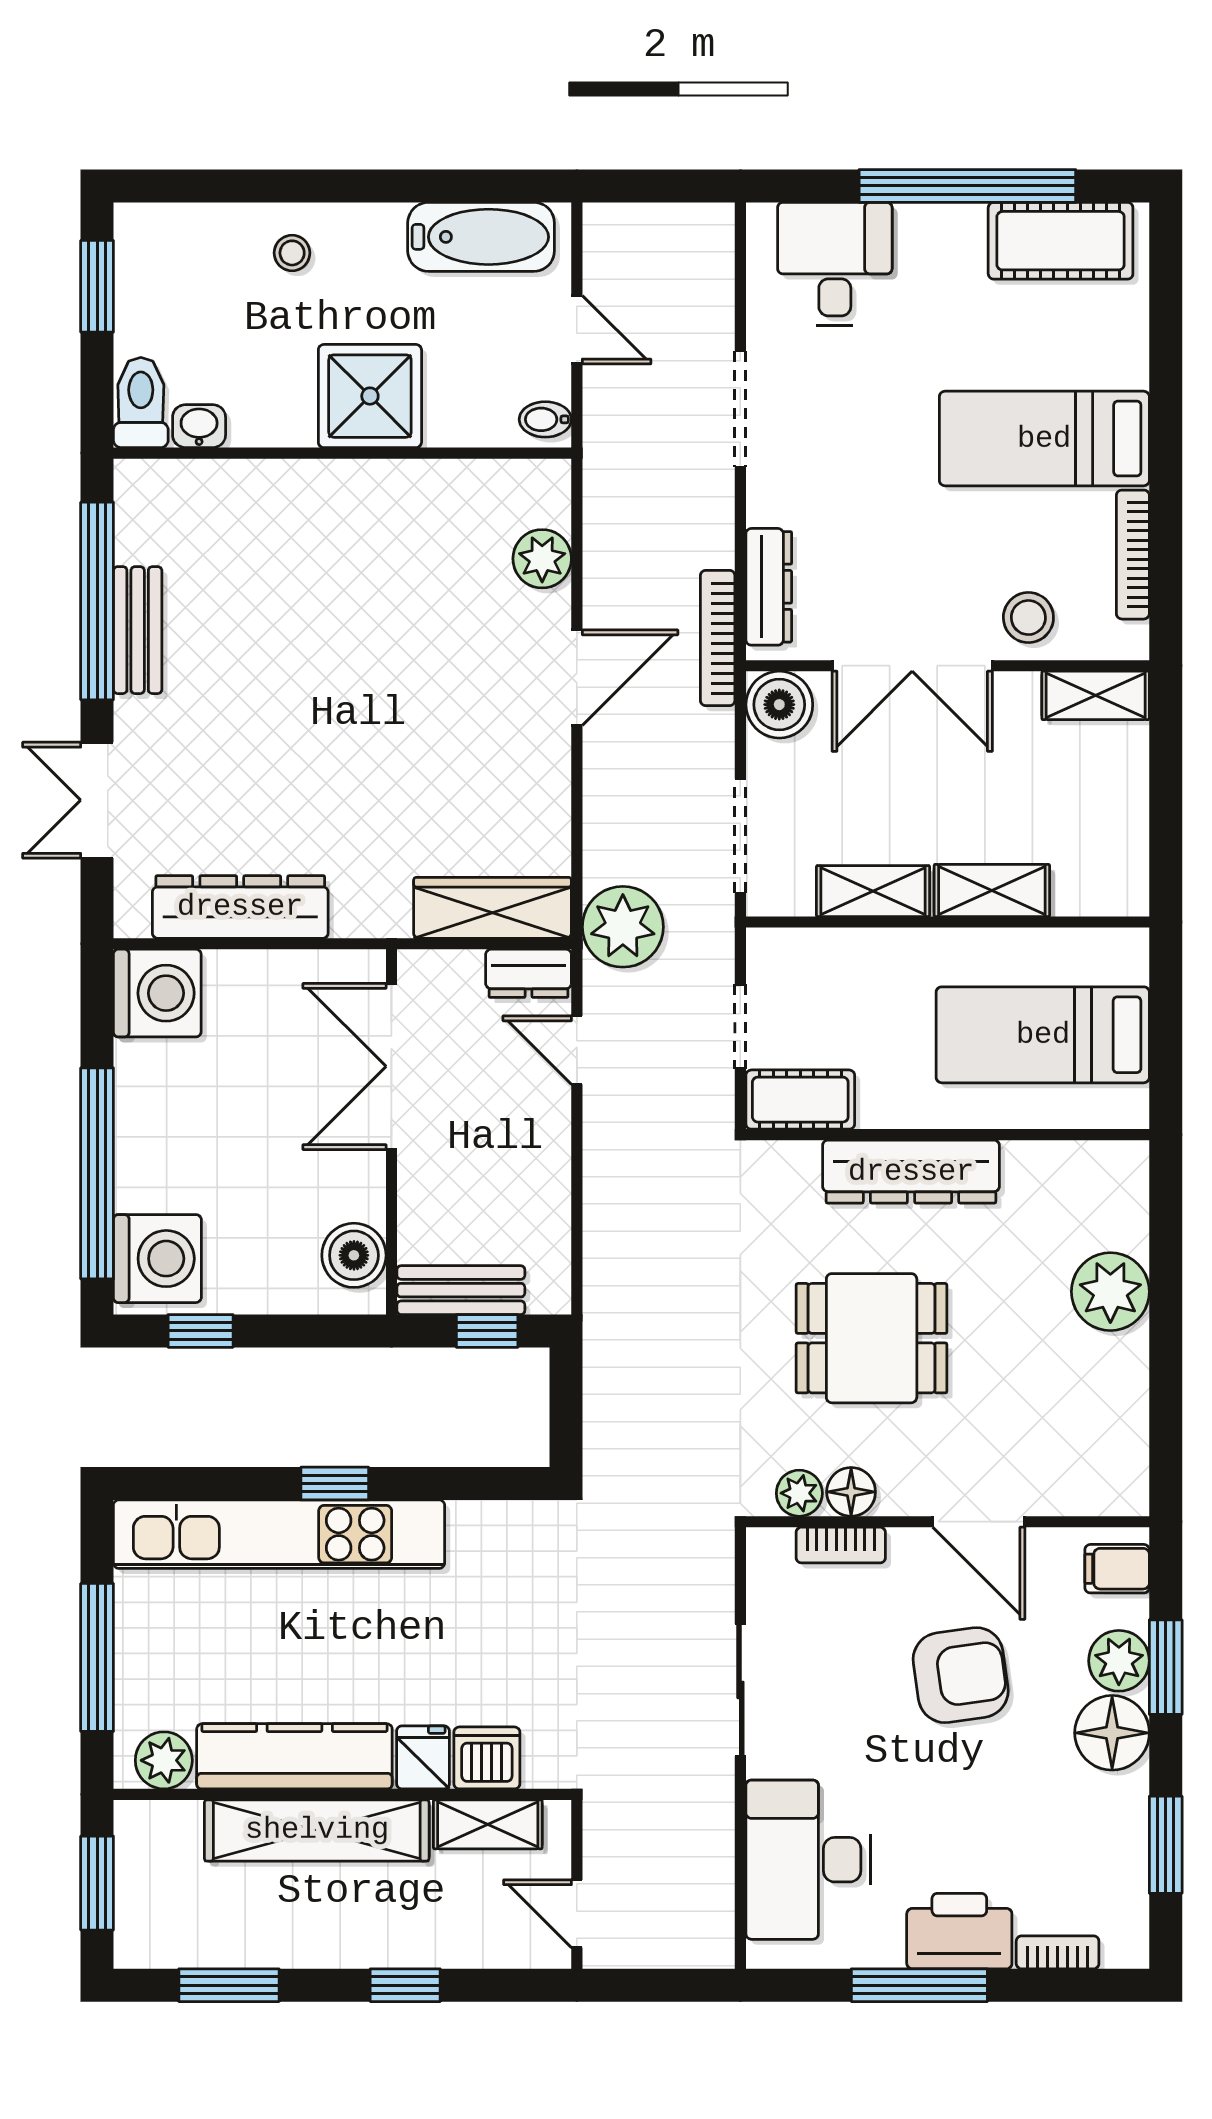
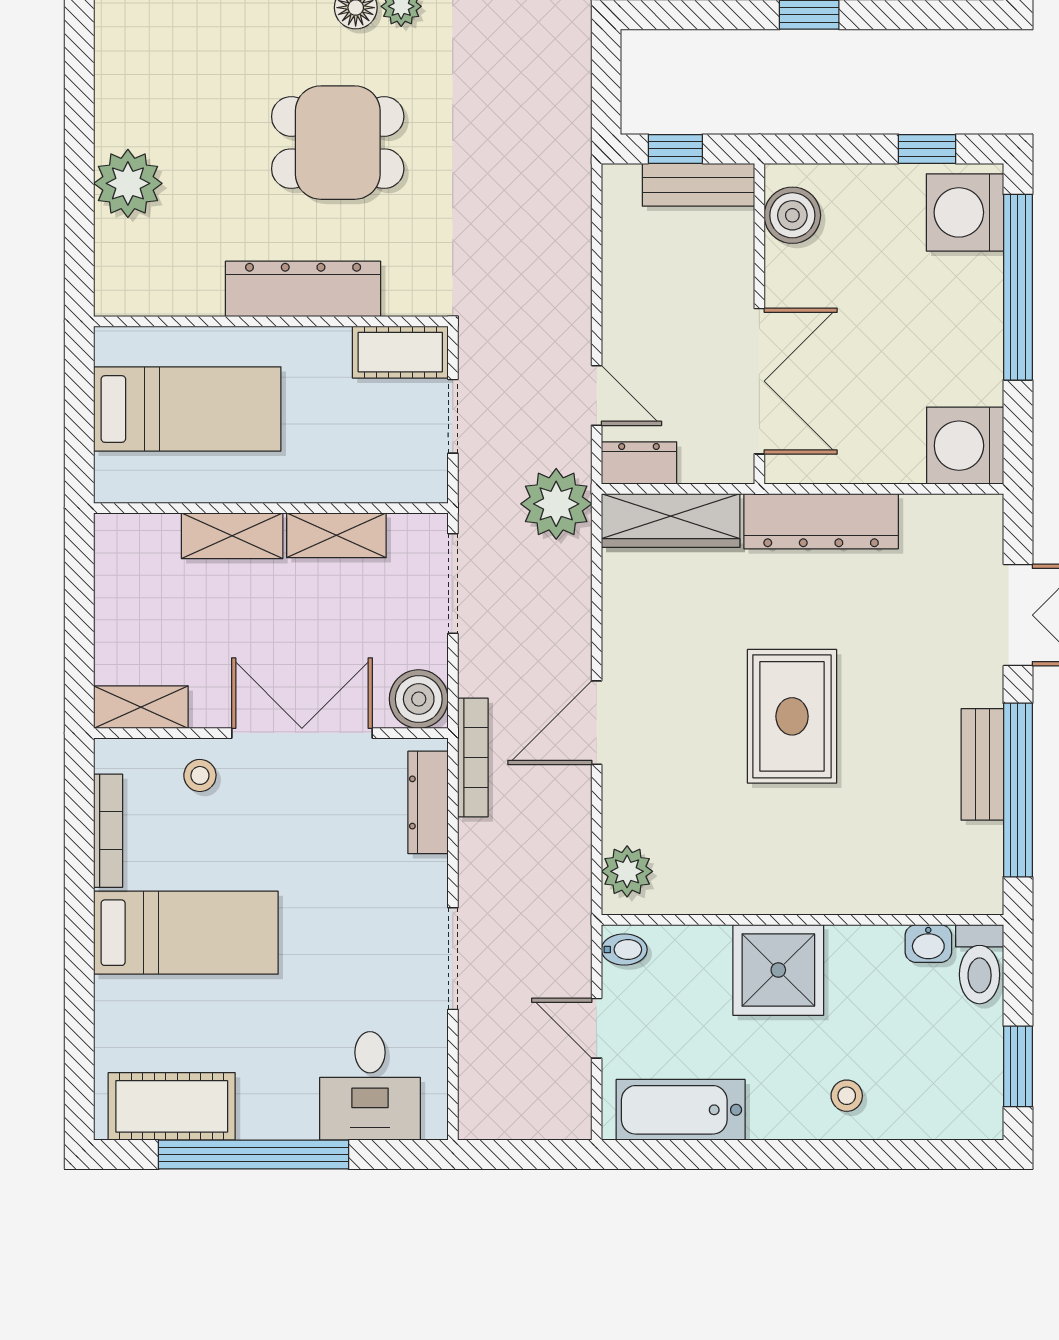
plant: (542, 559) -> (627, 871), moved
stool: (1028, 618) -> (200, 775), width x0.73, depth x0.73
rug: (354, 685) -> (792, 716), added
dresser: (240, 907) -> (821, 521), moved

